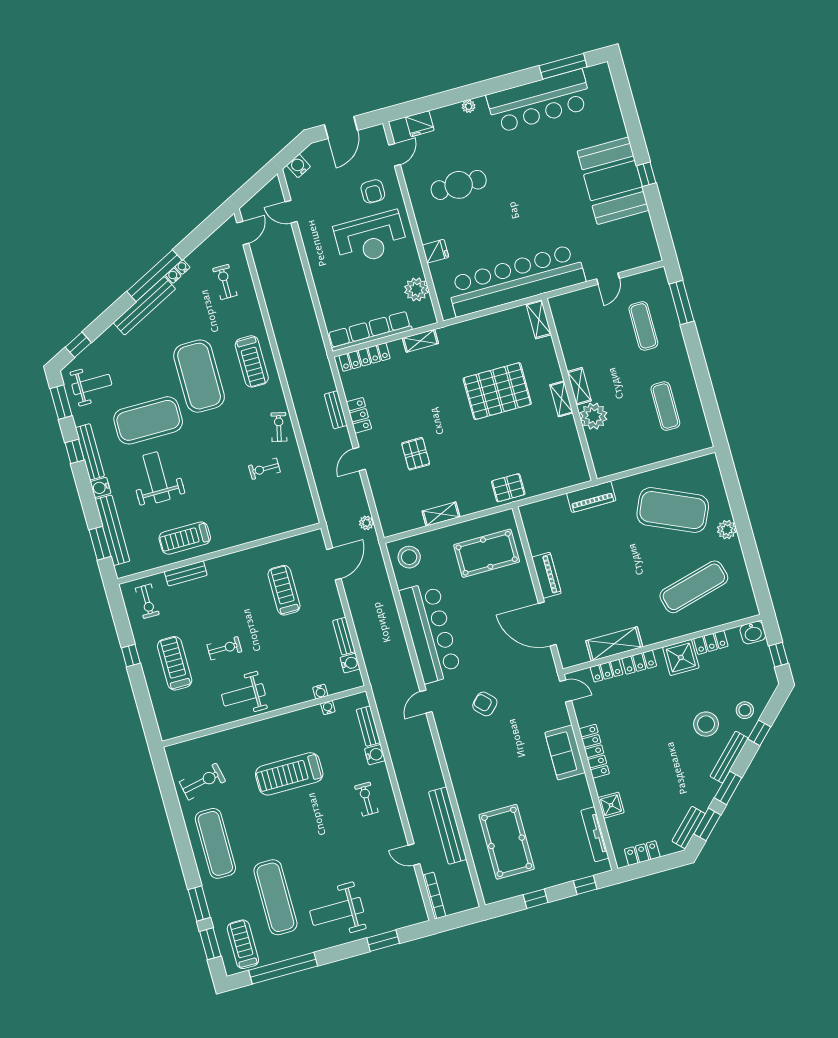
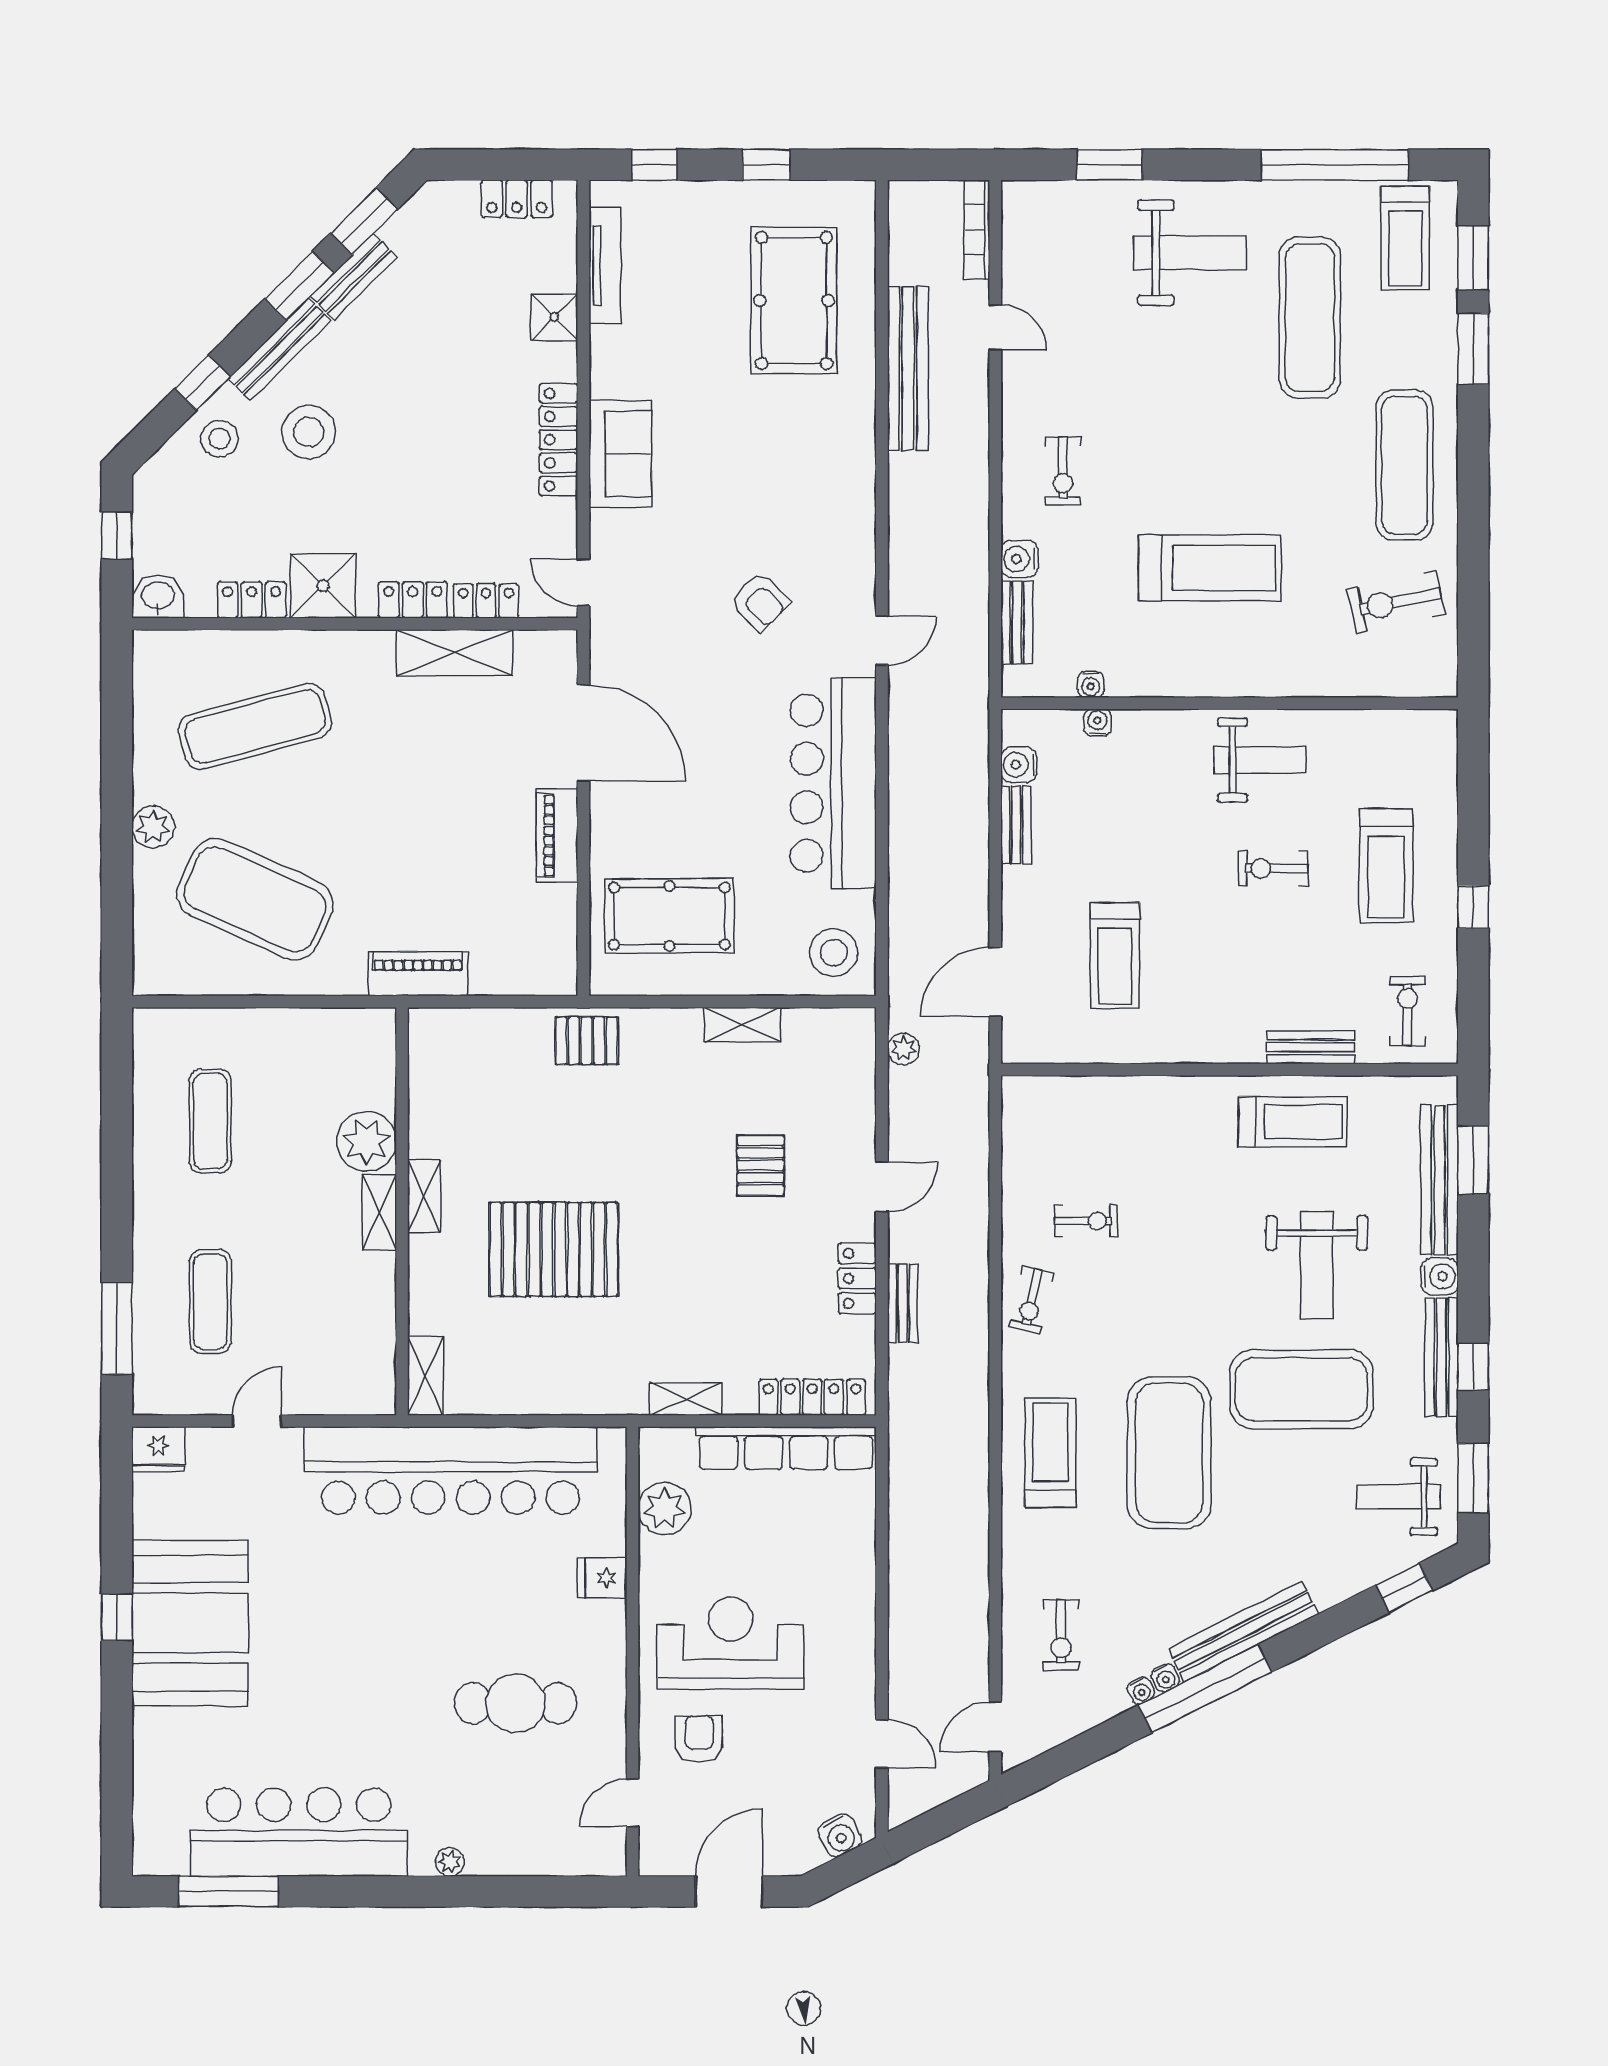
fridge: (420, 124) -> (158, 1449), moved, turned 180
bench: (689, 827) -> (354, 277), moved

